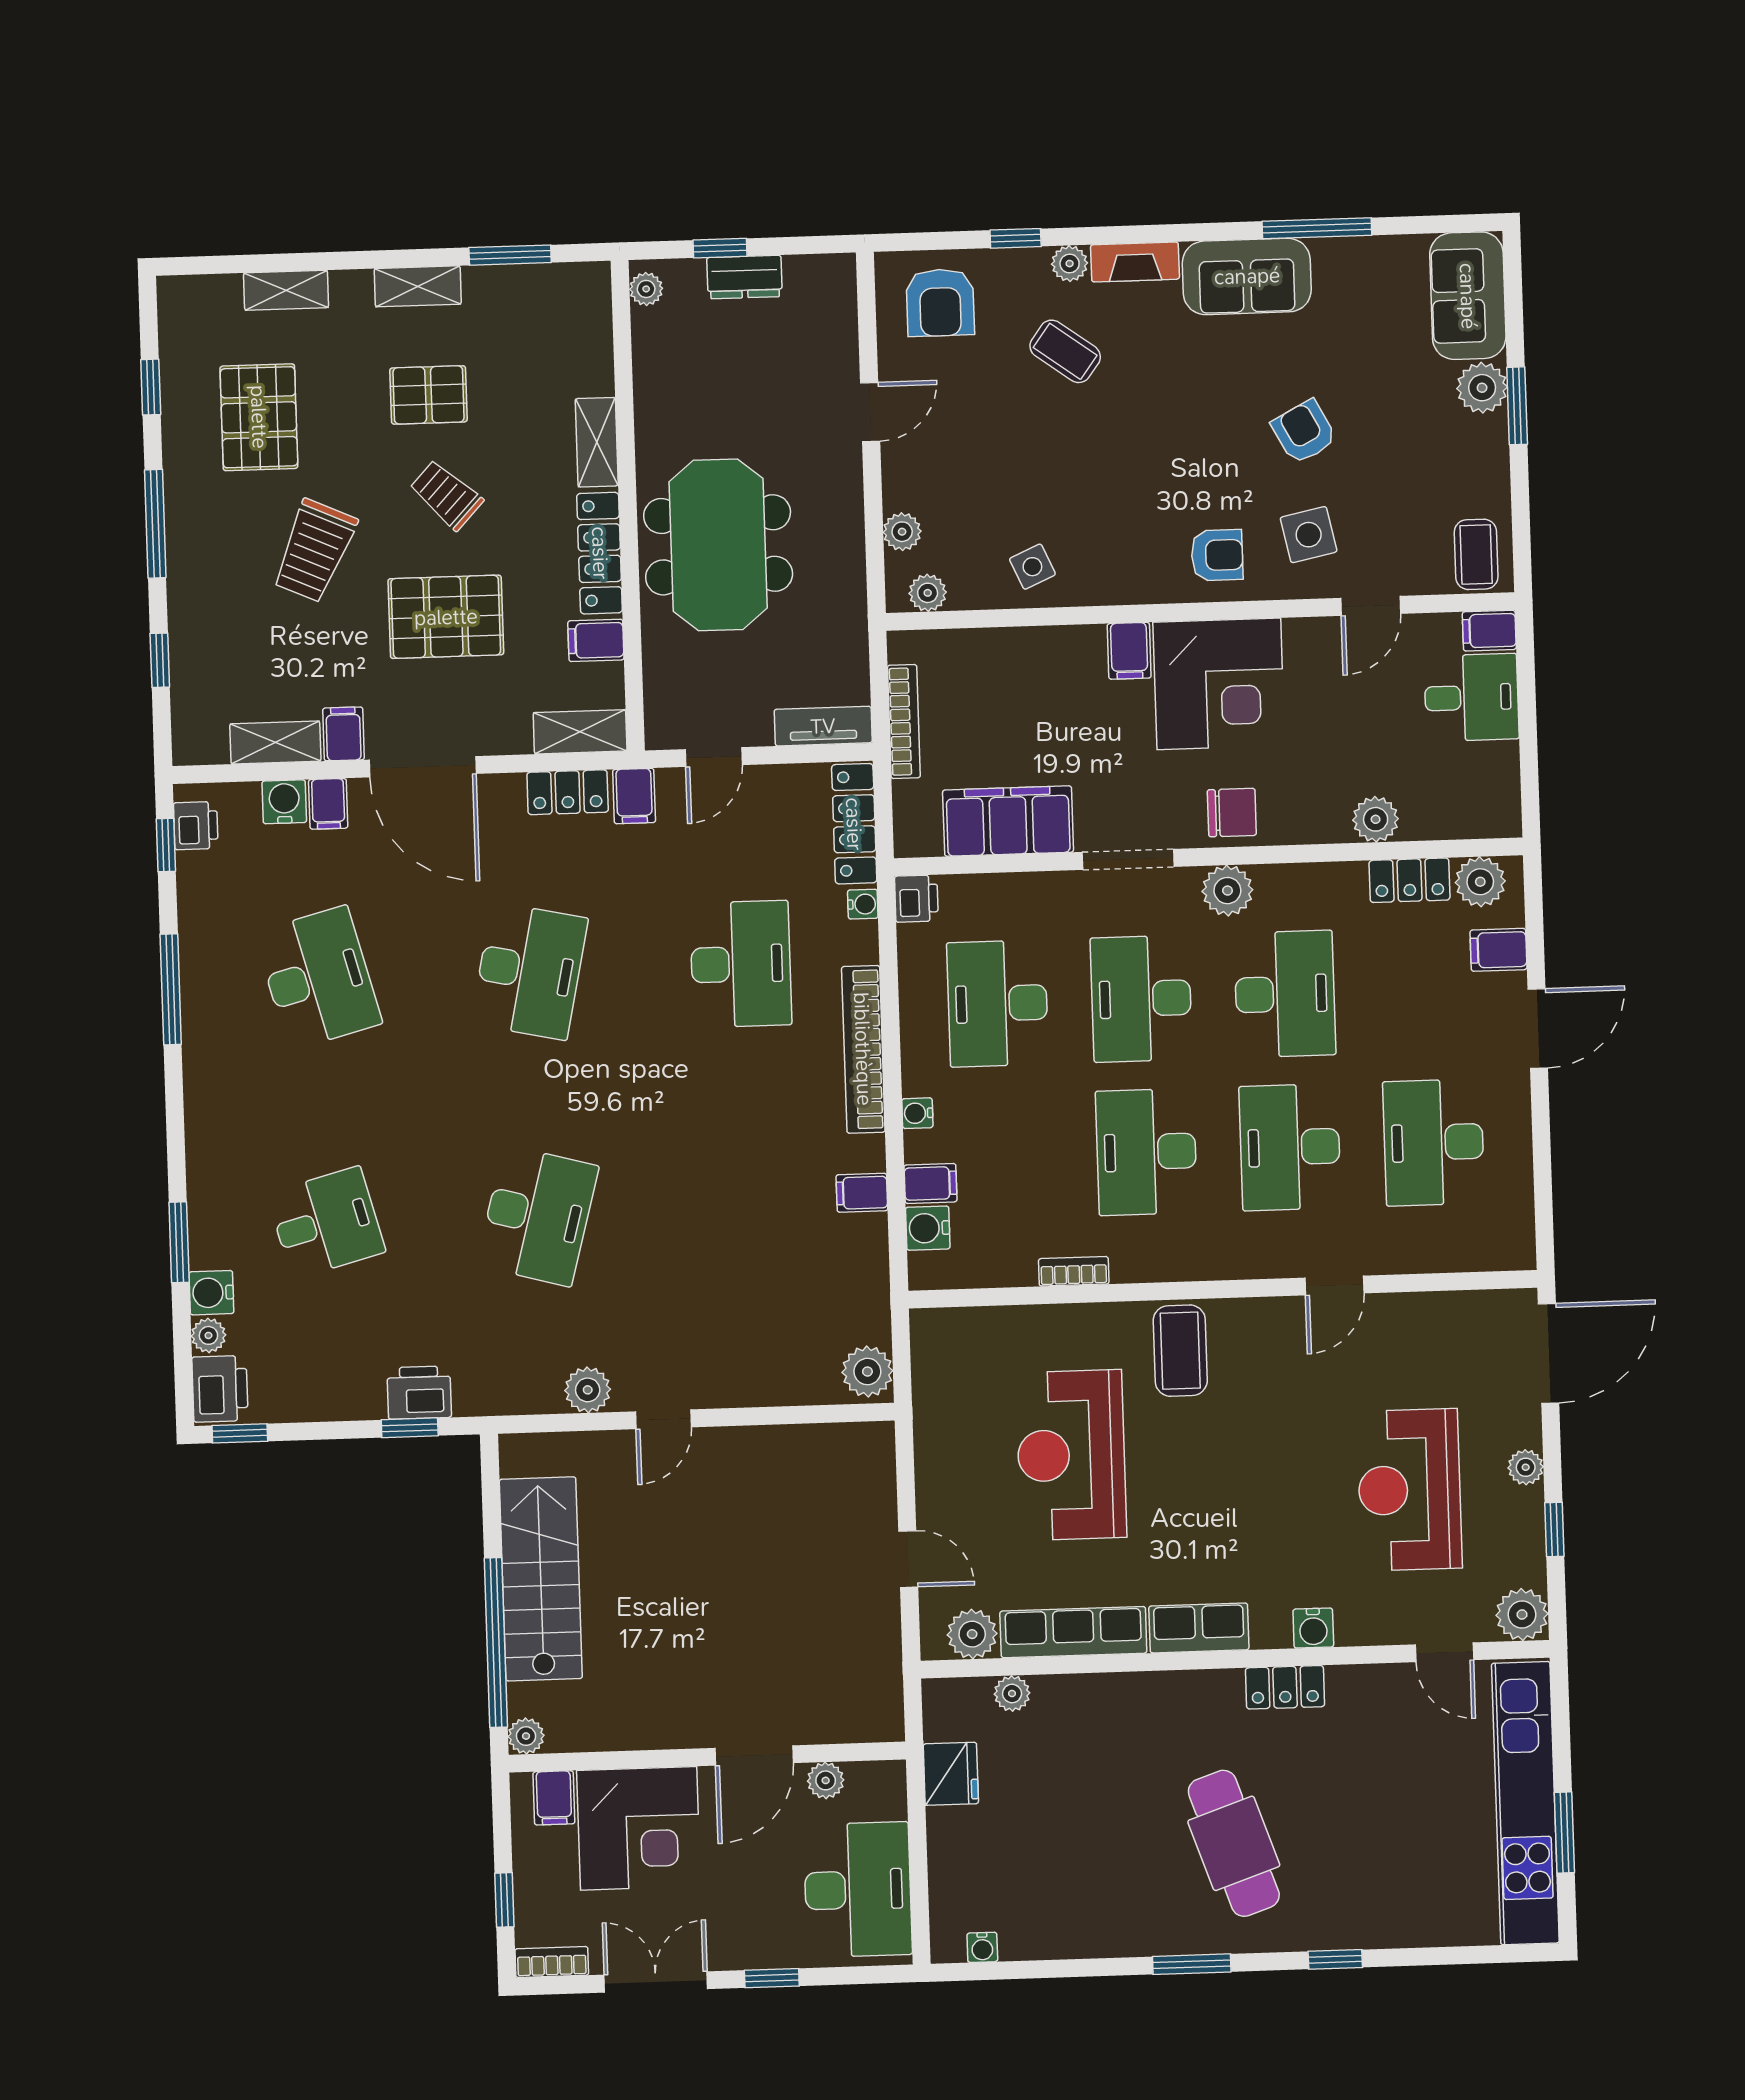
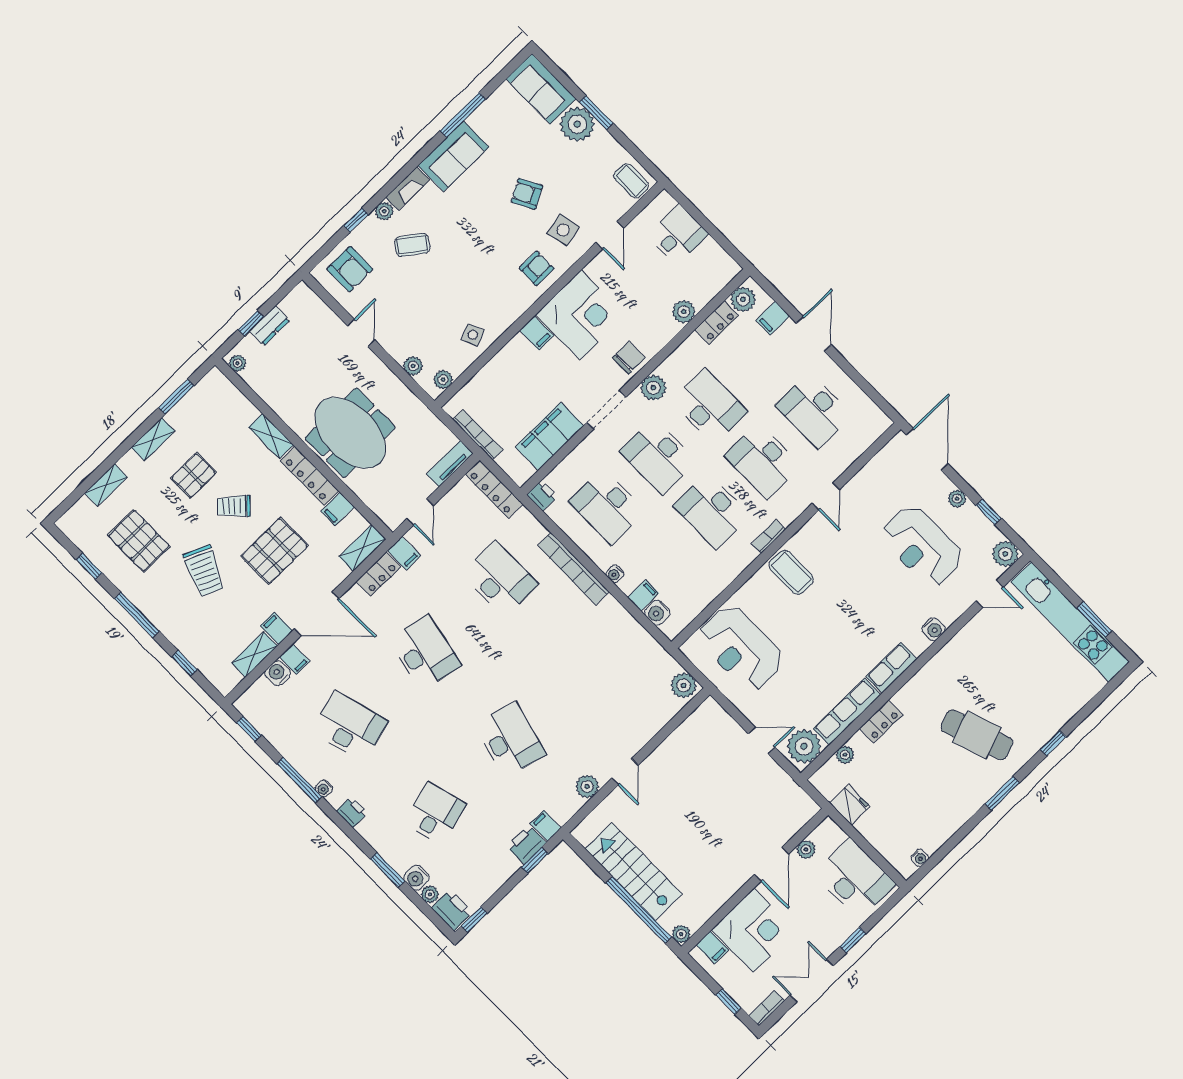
plant: (1482, 388) -> (577, 124), width x1.36, depth x1.36
filing cabinet: (1489, 631) -> (662, 204), removed
printer: (196, 826) -> (352, 812), moved
water cooler: (863, 904) -> (324, 788), moved, turned 180
filing cabinet: (862, 1193) -> (546, 826), moved, turned 90
bookcase: (1074, 1271) -> (769, 537), moved
reception desk: (1071, 1455) -> (741, 648), moved
plant: (972, 1634) -> (804, 746), width x1.36, depth x1.36
locker: (1285, 1687) -> (881, 722), moved

